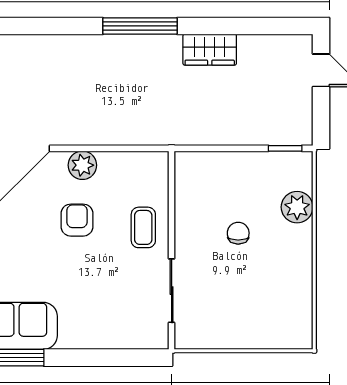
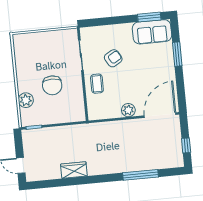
window: (140, 26) -> (141, 175), moved
armchair: (77, 220) -> (113, 58), moved, turned -120
chair: (238, 233) -> (52, 85), width x1.87, depth x1.87

